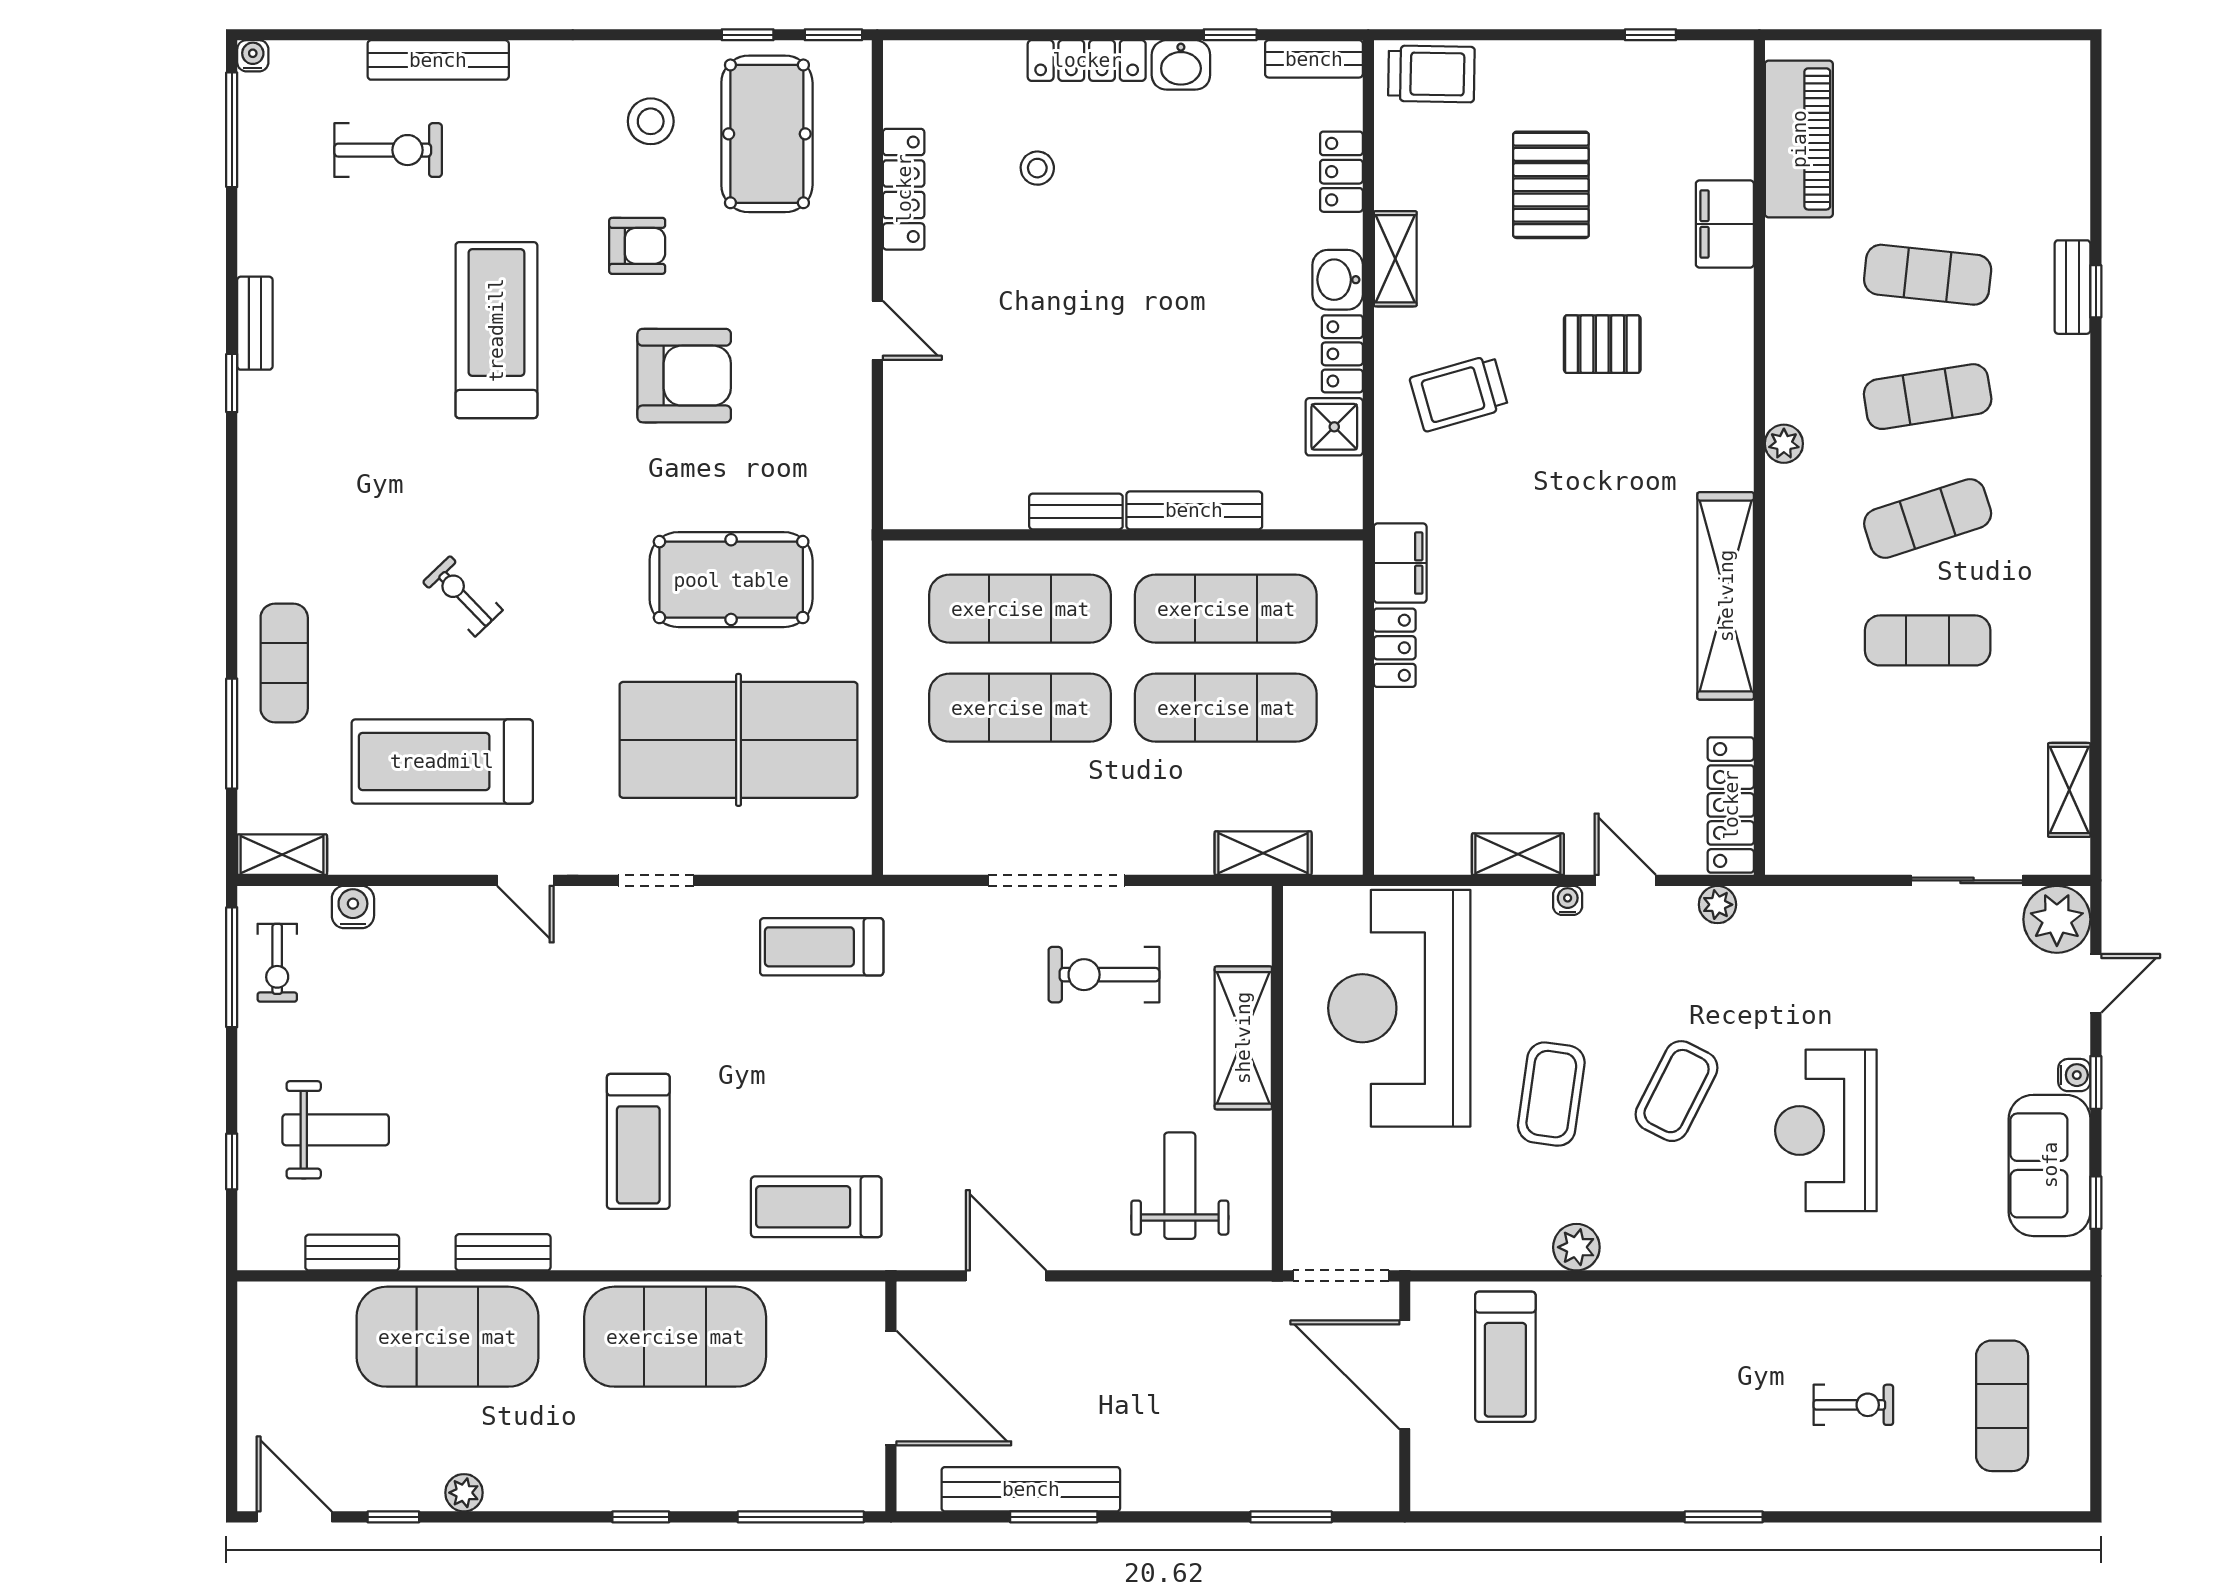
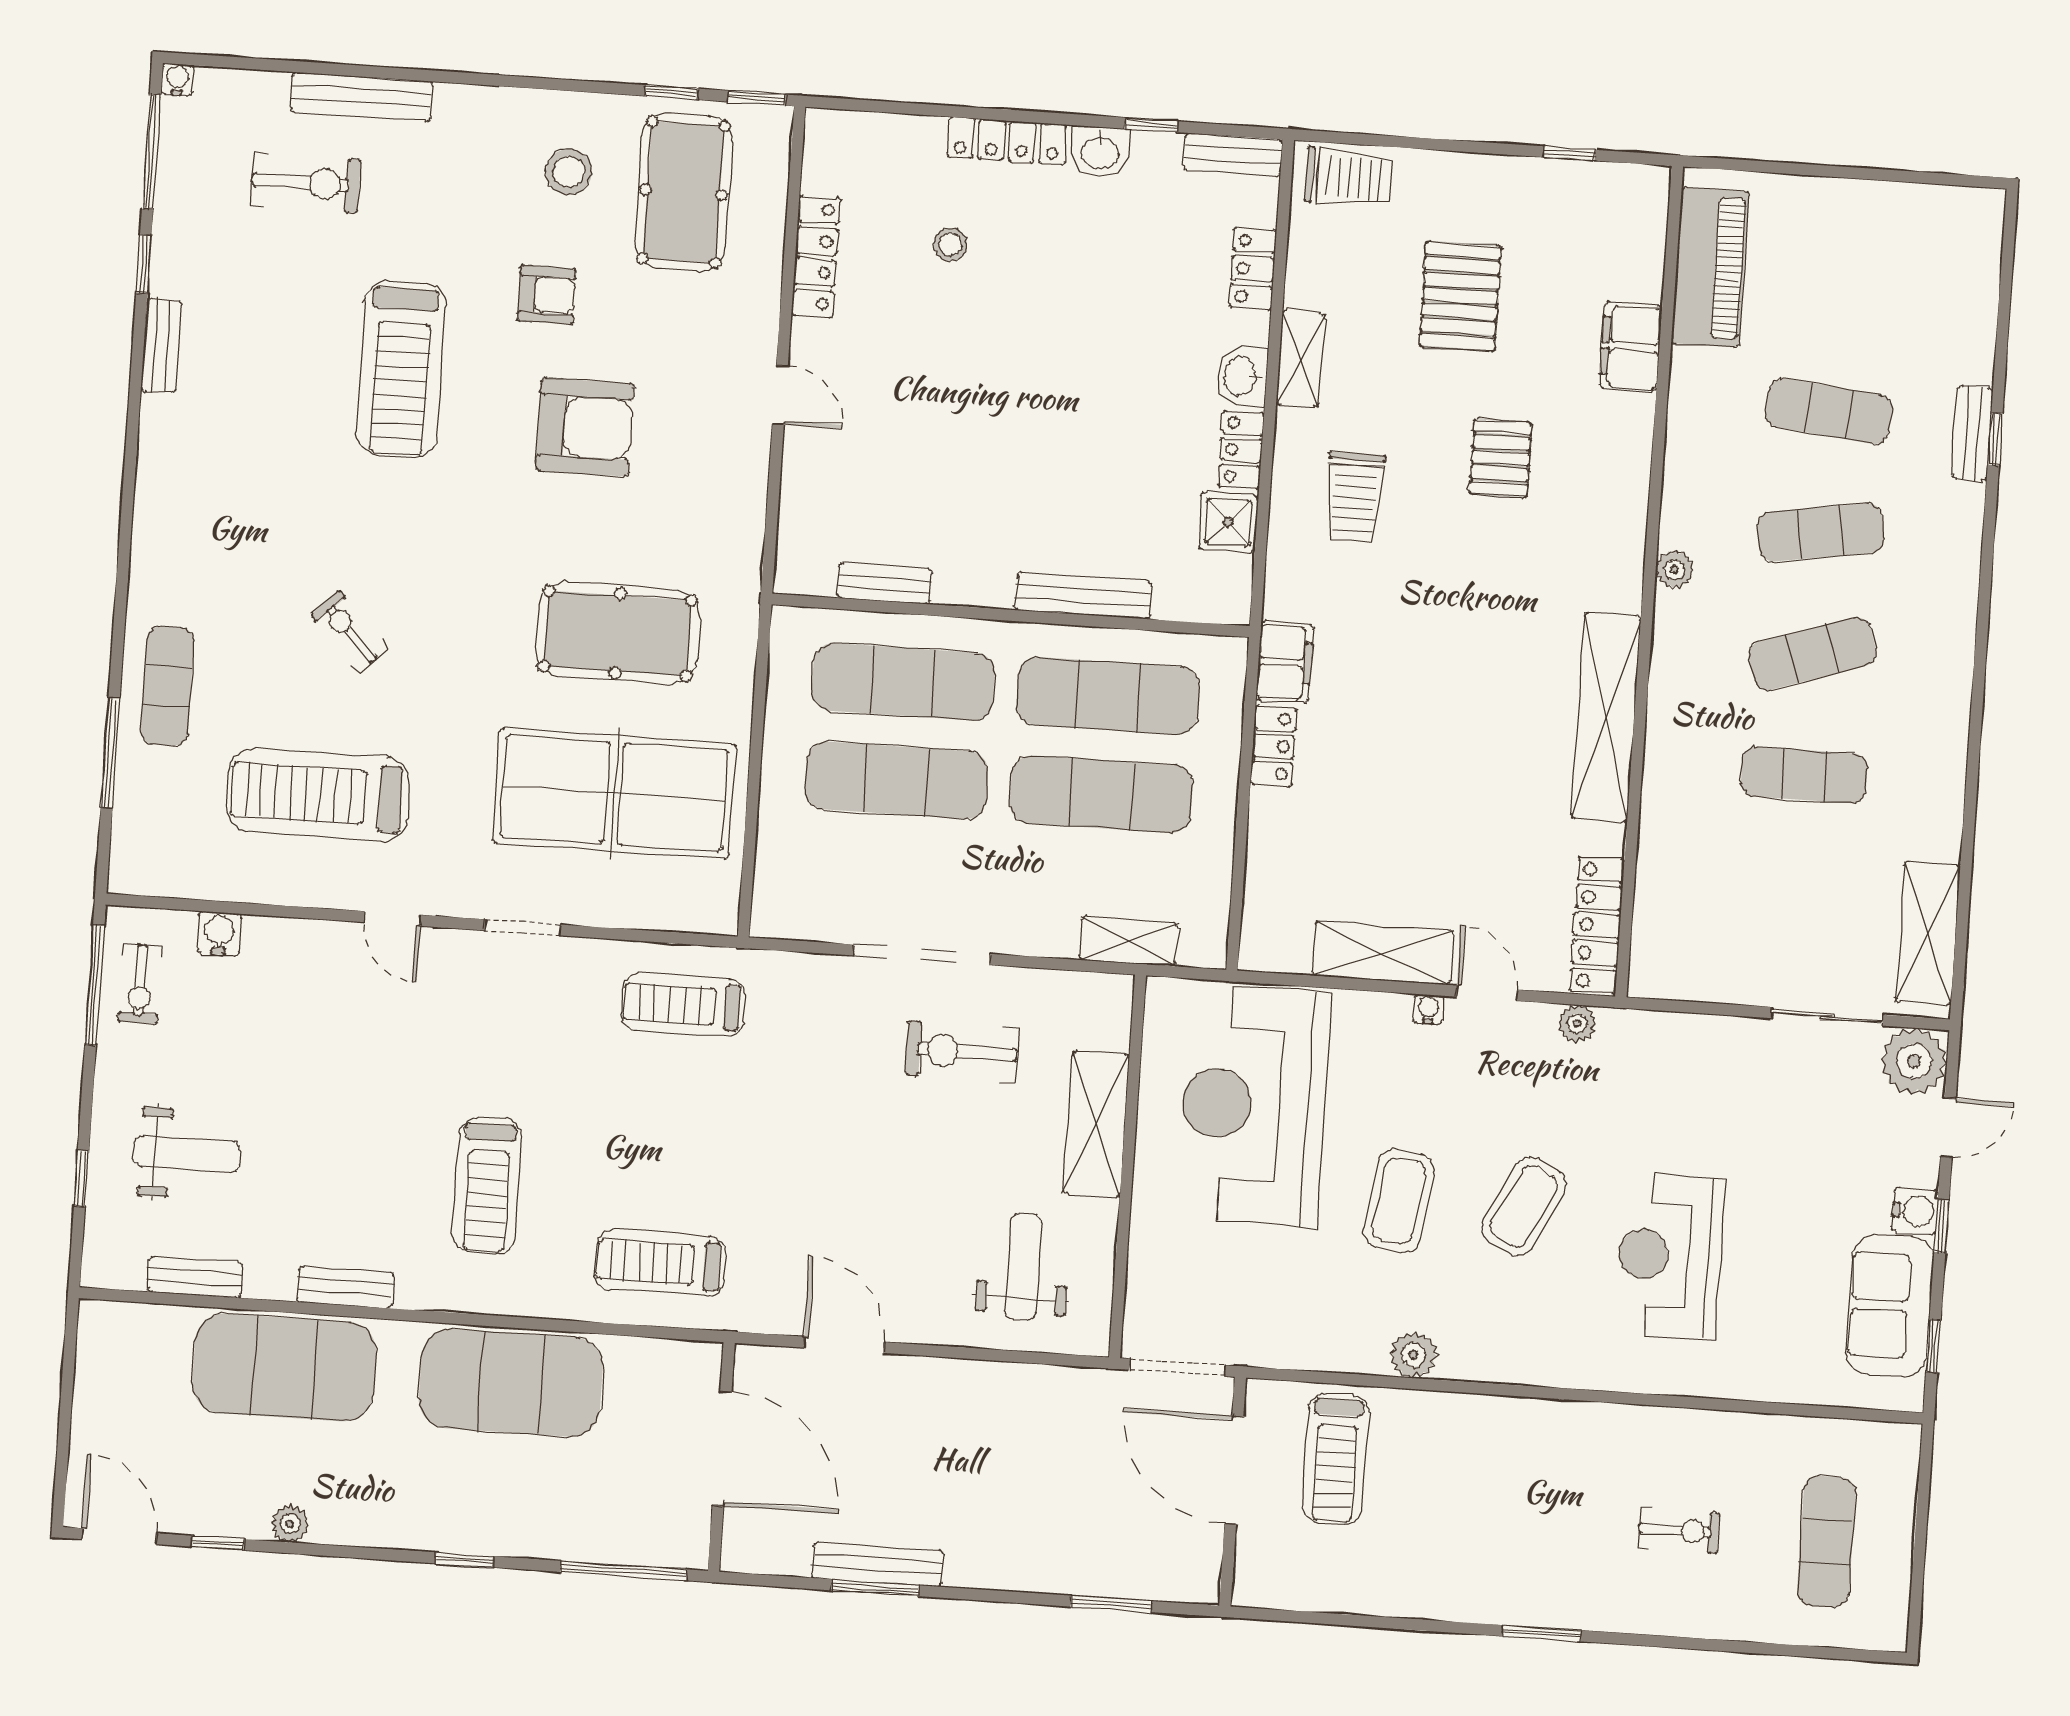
treadmill: (496, 330) -> (401, 369), turned 180
pallet: (1602, 344) -> (1501, 458), turned 90
window: (232, 383) -> (144, 264), moved
trolley: (1459, 393) -> (1355, 497), turned -74
bench: (1076, 512) -> (884, 583), moved
shelving: (2069, 790) -> (1928, 933), width x1.50, depth x1.33
shelving: (1518, 854) -> (1382, 953), width x1.50, depth x1.33
shelving: (282, 855) -> (152, 877), removed
water cooler: (2074, 1075) -> (1915, 1211), width x1.38, depth x1.38
bench: (1031, 1489) -> (878, 1564), width x0.73, depth x0.82

